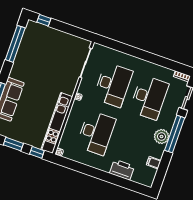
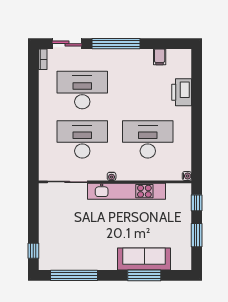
kitchen unit: (57, 123) -> (127, 191), moved
plant: (161, 137) -> (125, 58), removed

